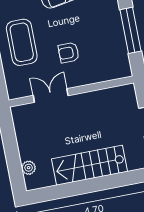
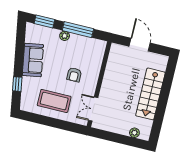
plant: (114, 16) -> (65, 36), added
double door: (51, 96) -> (93, 109), moved

